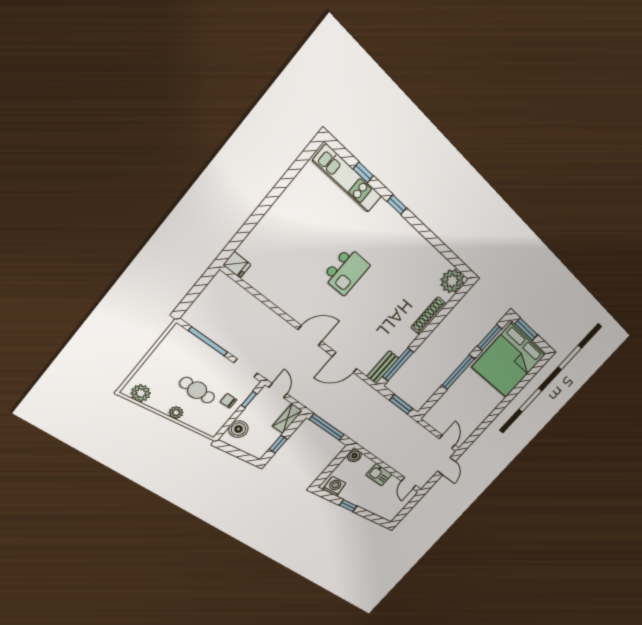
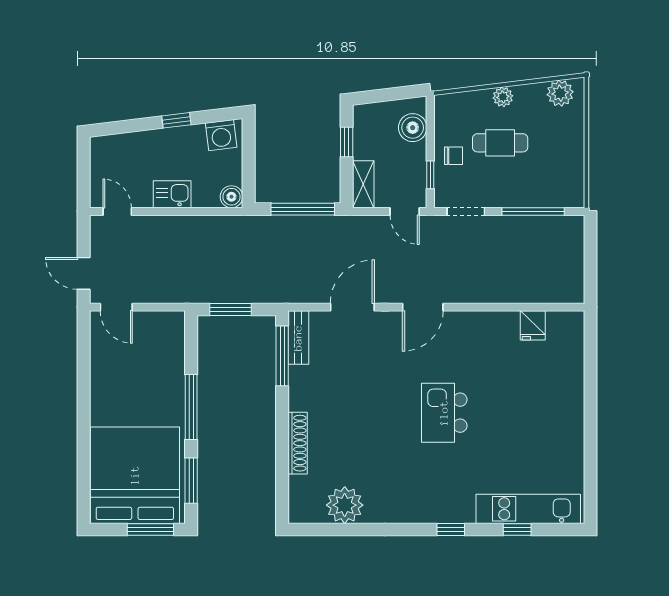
fridge: (237, 265) -> (533, 325), moved, turned -90
plant: (452, 281) -> (345, 505), moved

